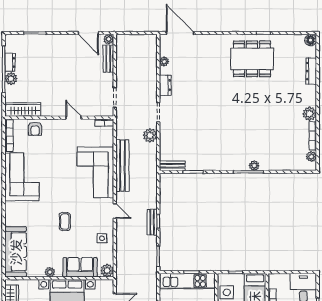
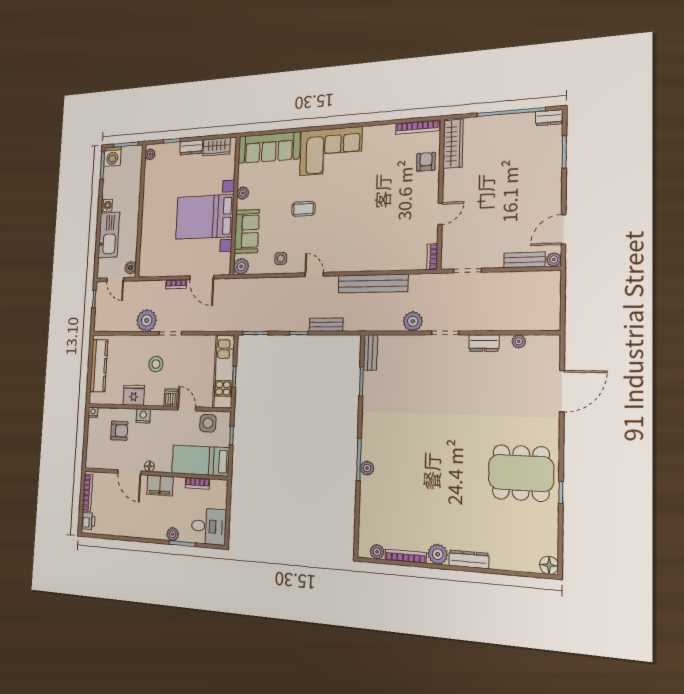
door: (180, 33) -> (562, 391), moved
dining table: (252, 59) -> (521, 473), turned 90
dresser: (10, 62) -> (549, 118), moved
dresser: (311, 71) -> (469, 559), moved
plant: (11, 79) -> (497, 123), removed
armchair: (35, 129) -> (426, 162), turned 90
corner sofa: (95, 172) -> (365, 247), removed
corner sofa: (22, 177) -> (331, 151), moved
door: (115, 211) -> (314, 274), swing flipped
bench: (152, 222) -> (326, 325), moved

